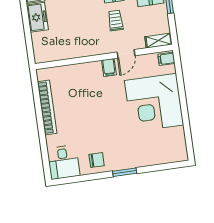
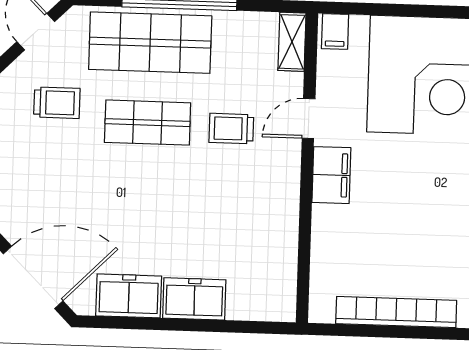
door: (126, 54) -> (309, 118), swing flipped
filing cabinet: (109, 67) -> (331, 175), width x2.00

